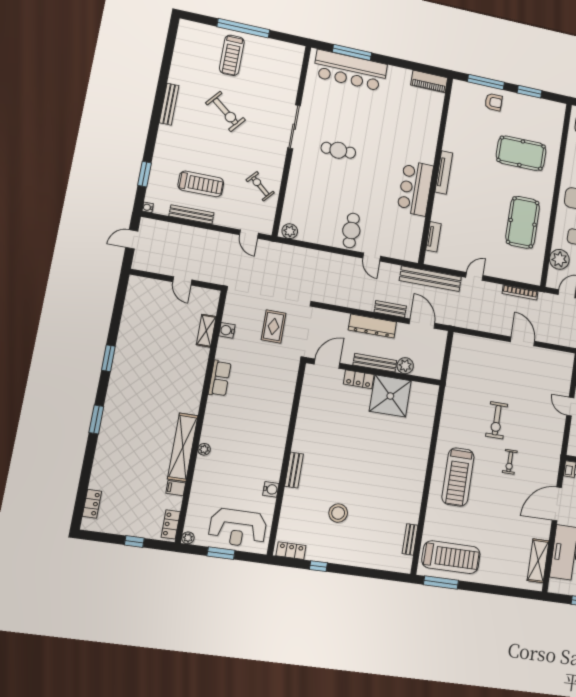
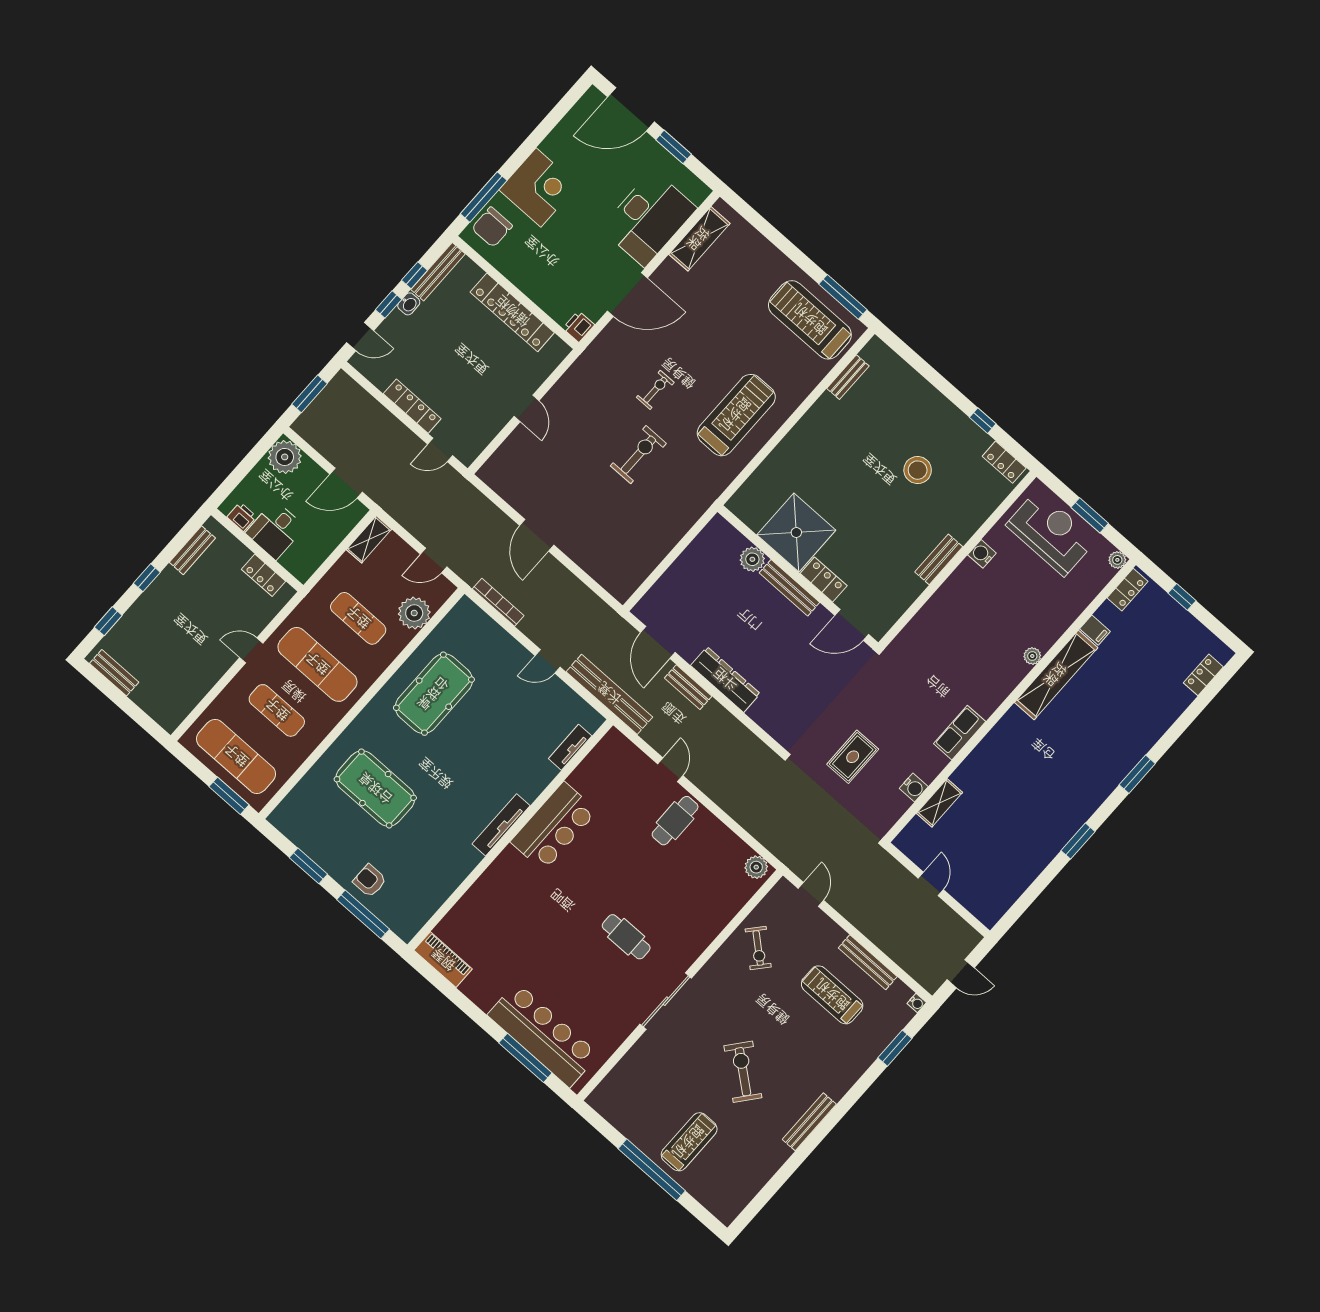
bench: (375, 363) -> (789, 588), moved
door: (327, 364) -> (852, 625), moved
plant: (405, 366) -> (752, 559), moved
wall: (374, 372) -> (798, 577), moved
locker: (359, 379) -> (824, 579), moved
shower: (390, 396) -> (796, 533), moved

